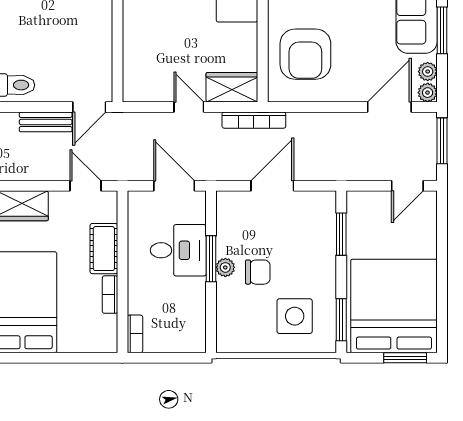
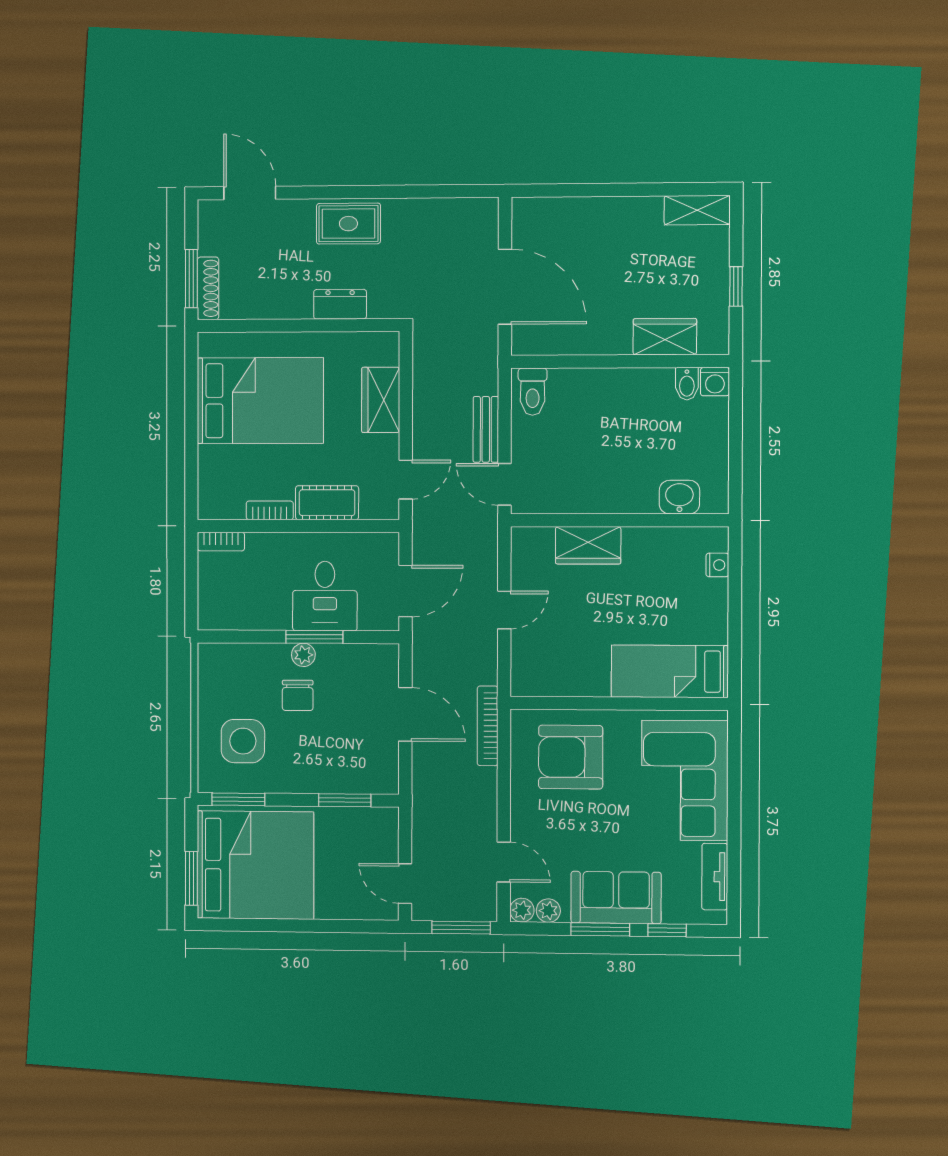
wardrobe: (232, 87) -> (588, 545), moved, turned 90
door: (389, 107) -> (504, 862), width x0.73
bookcase: (254, 120) -> (488, 726), moved

